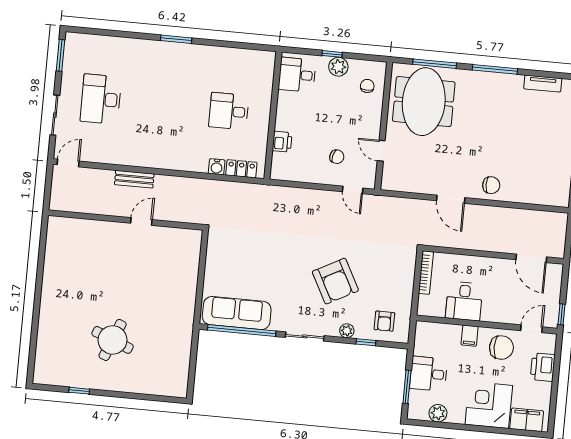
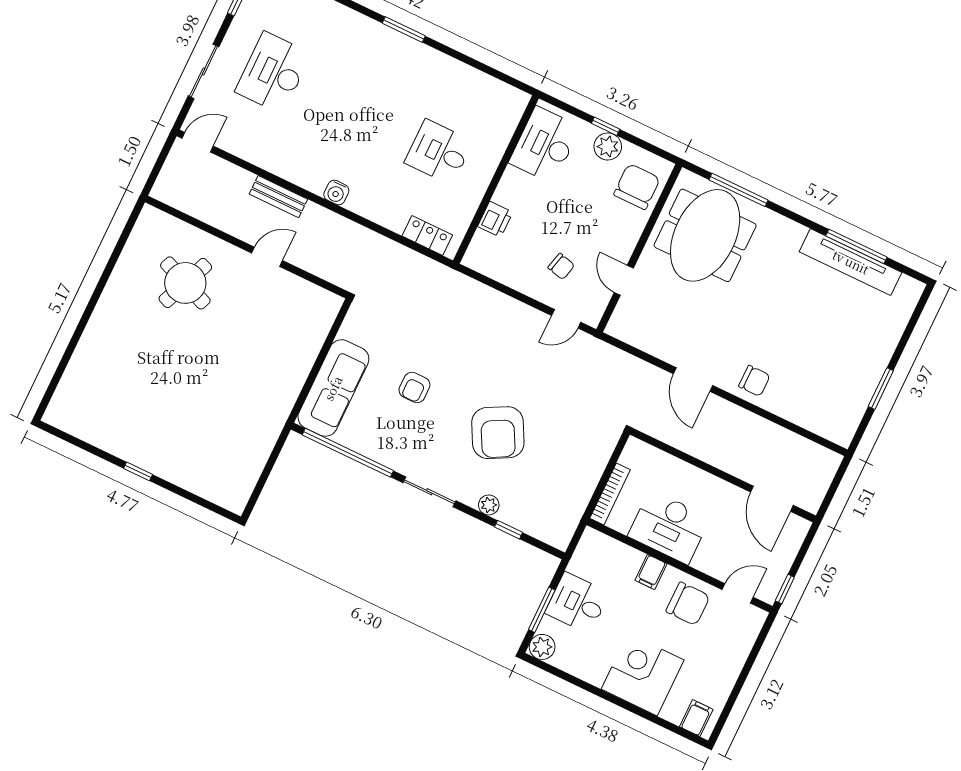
window: (495, 69) -> (856, 246), moved
desk: (297, 75) -> (545, 145), width x1.37
tv unit: (543, 84) -> (851, 262), width x1.92, depth x1.29
chair: (367, 86) -> (637, 187), width x1.87, depth x1.87
water cooler: (217, 167) -> (336, 192), moved
door: (353, 190) -> (566, 319), hinge flipped
bookcase: (426, 273) -> (610, 494), moved
desk: (464, 301) -> (669, 527), width x1.37
sofa: (237, 313) -> (333, 388), moved, turned 90
armchair: (384, 321) -> (414, 387), moved
round table: (113, 340) -> (185, 283), moved
printer: (543, 367) -> (734, 650), removed
window: (79, 391) -> (138, 471), moved
plant: (438, 413) -> (542, 647), moved
filing cabinet: (527, 420) -> (696, 718), width x0.50

